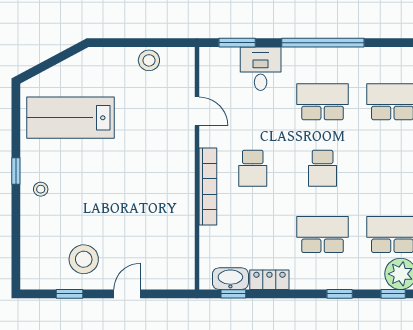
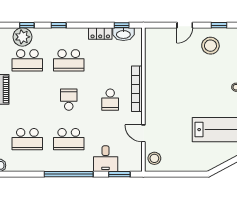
stool: (149, 60) -> (154, 158), moved
school desk: (253, 168) -> (110, 100), turned 180

